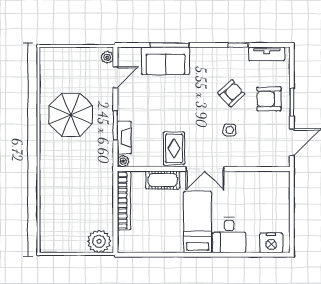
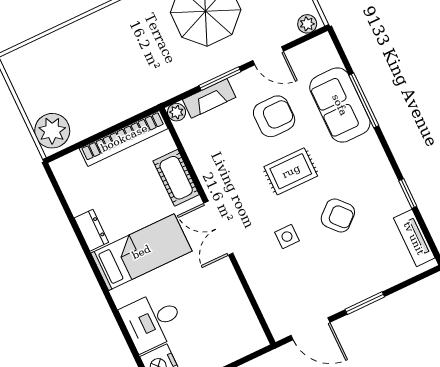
door: (115, 77) -> (268, 56), moved
armchair: (269, 99) -> (274, 116), moved, turned 90
rug: (174, 148) -> (291, 171), moved
desk: (229, 235) -> (152, 321), moved
dresser: (170, 246) -> (91, 230), added

